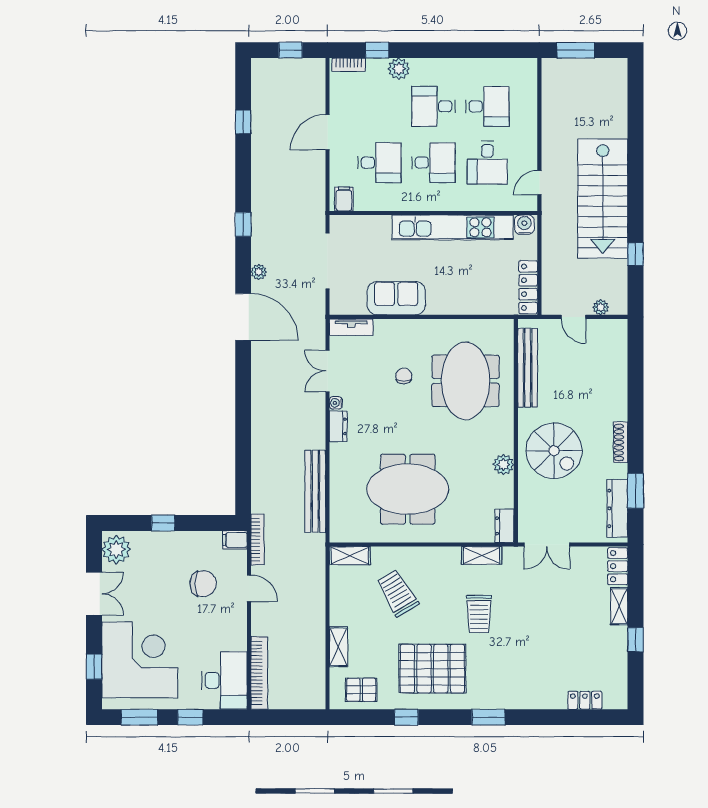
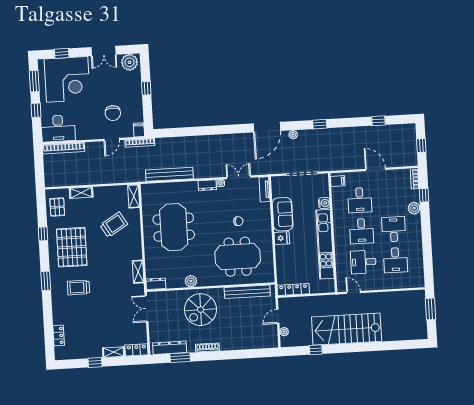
water cooler: (524, 225) -> (324, 203), moved
fridge: (438, 302) -> (282, 238), added
trolley: (479, 614) -> (78, 287), moved

